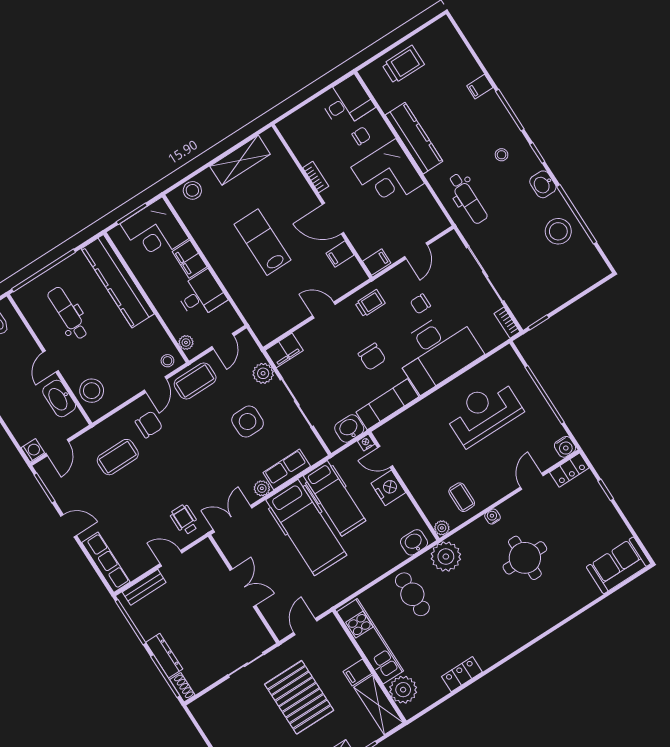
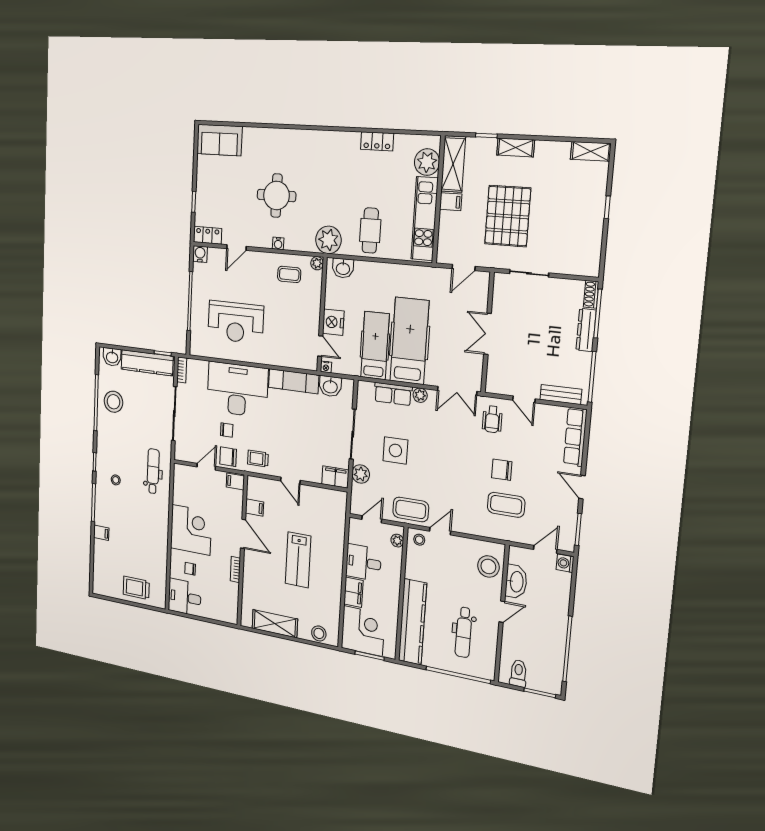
kitchen counter: (414, 138) -> (147, 363), moved, turned -90
washbasin: (543, 184) -> (112, 357), moved, turned 90
chair: (372, 357) -> (228, 457), moved, turned -90
chair: (149, 424) -> (502, 470), moved
coffee table: (462, 497) -> (289, 274), turned 90

